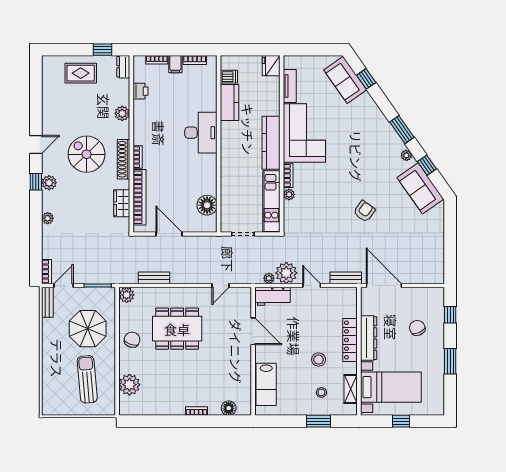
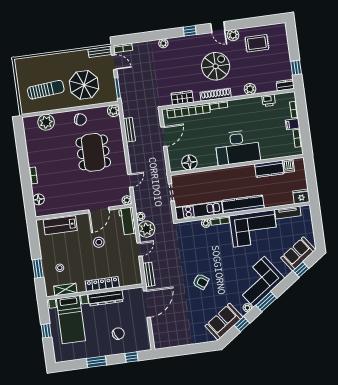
rug: (81, 73) -> (257, 43), moved, turned 90
desk: (201, 133) -> (237, 147), width x1.36, depth x1.30
corner sofa: (375, 135) -> (259, 282), added
plant: (49, 183) -> (233, 35), moved
door: (220, 286) -> (130, 181), swing flipped
plant: (245, 293) -> (127, 200), added
stool: (319, 360) -> (99, 242), moved

